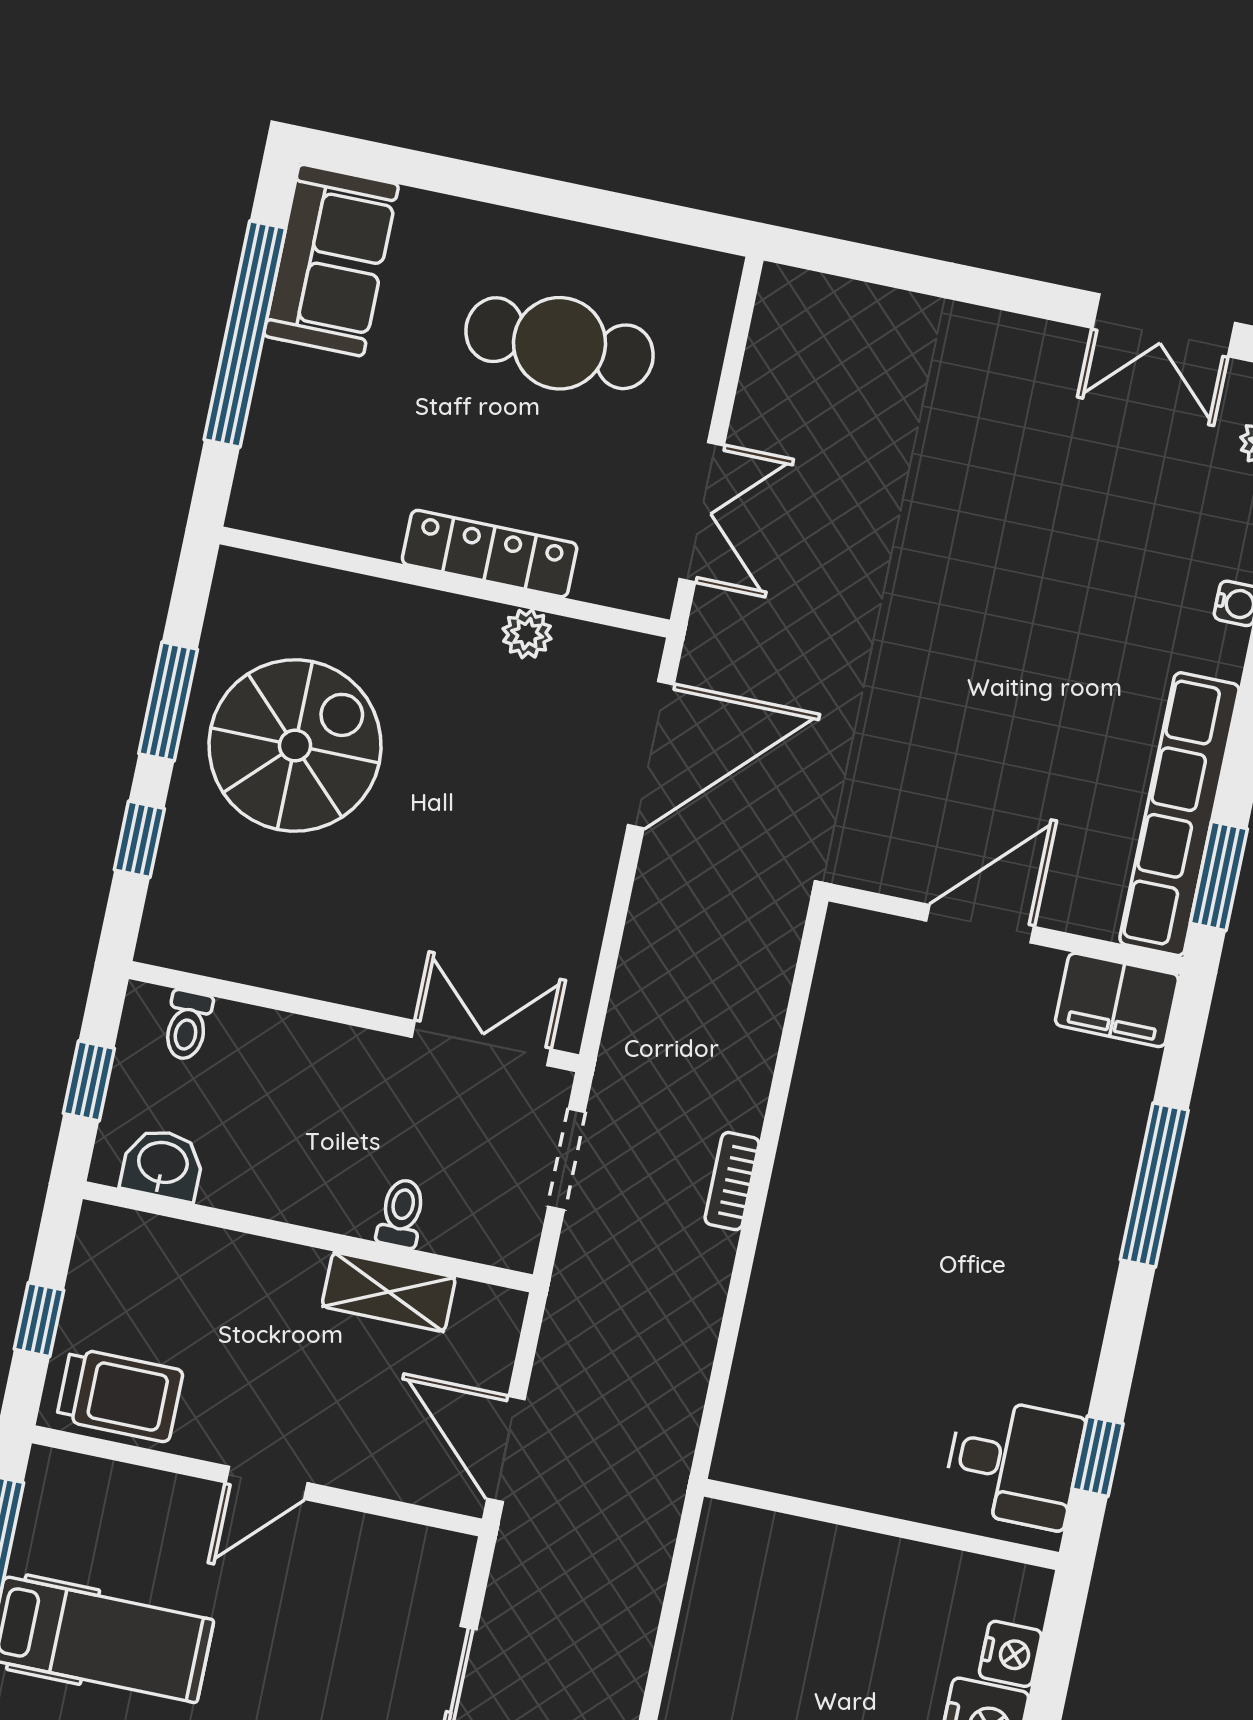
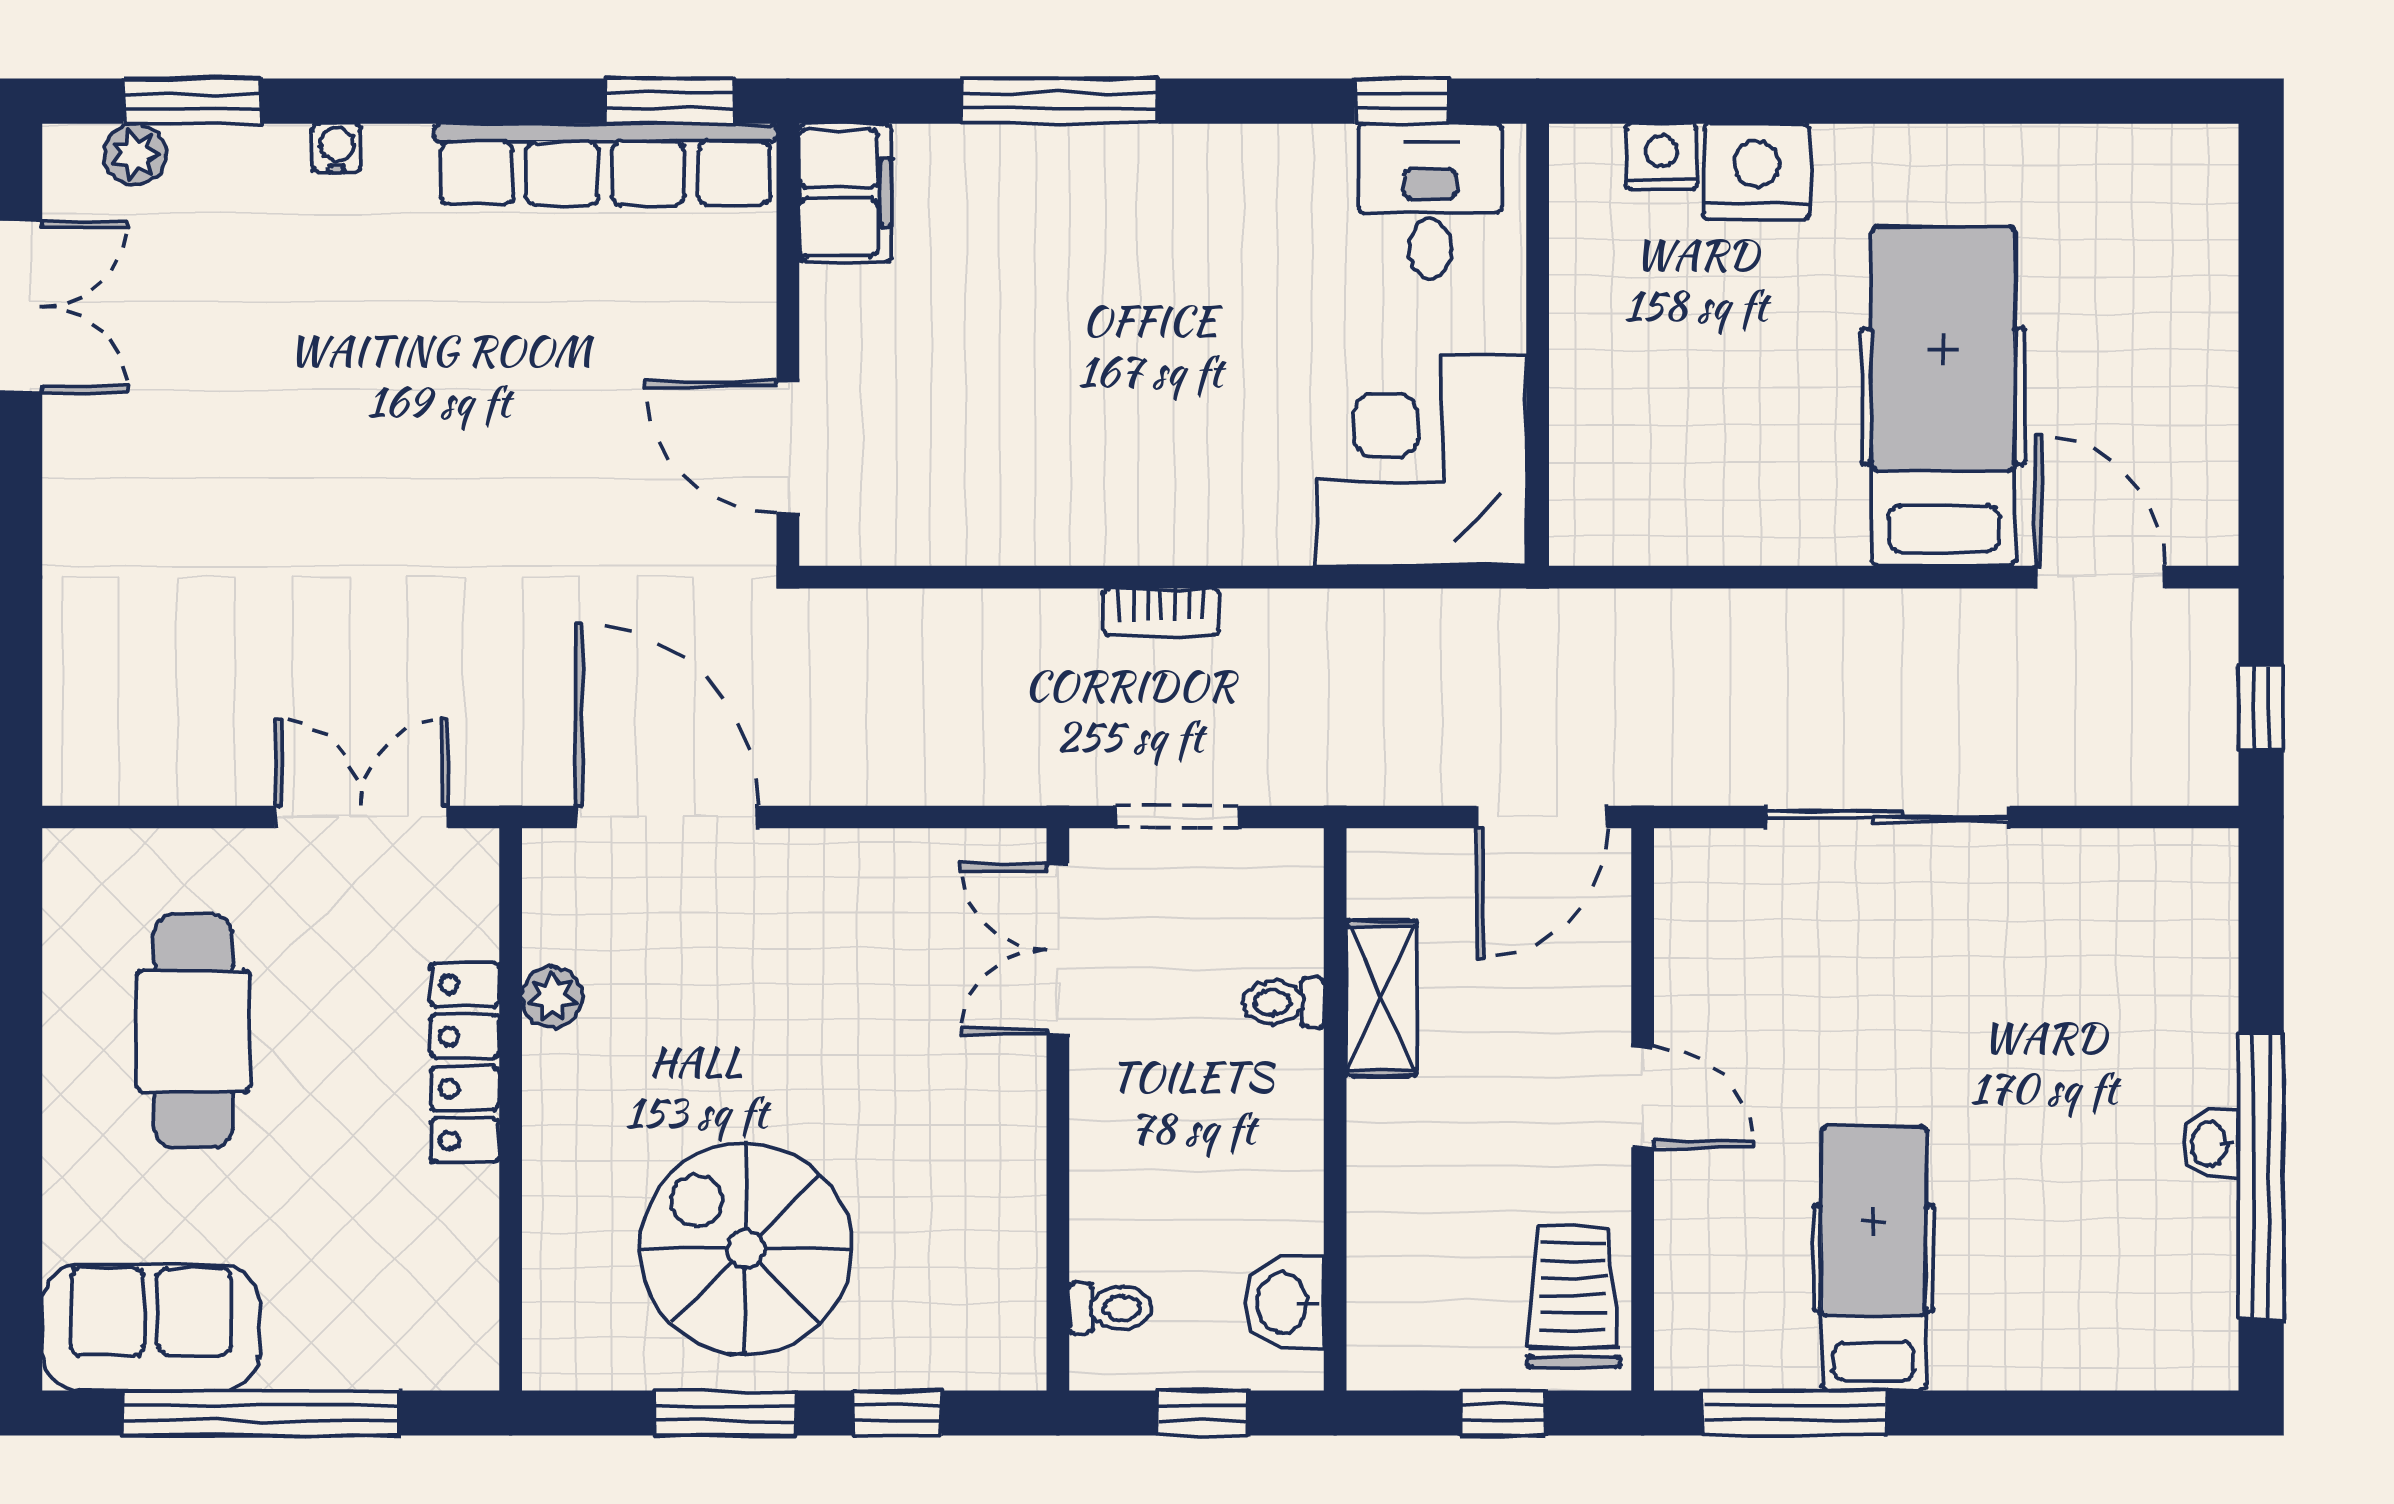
door: (980, 924) -> (788, 447), moved
corner desk: (809, 1413) -> (1421, 461), added

